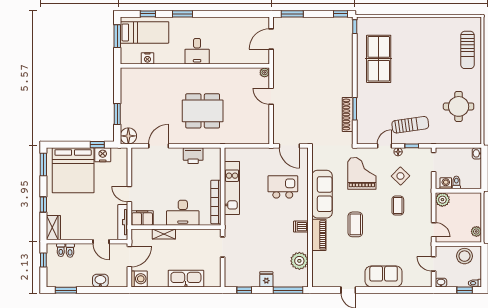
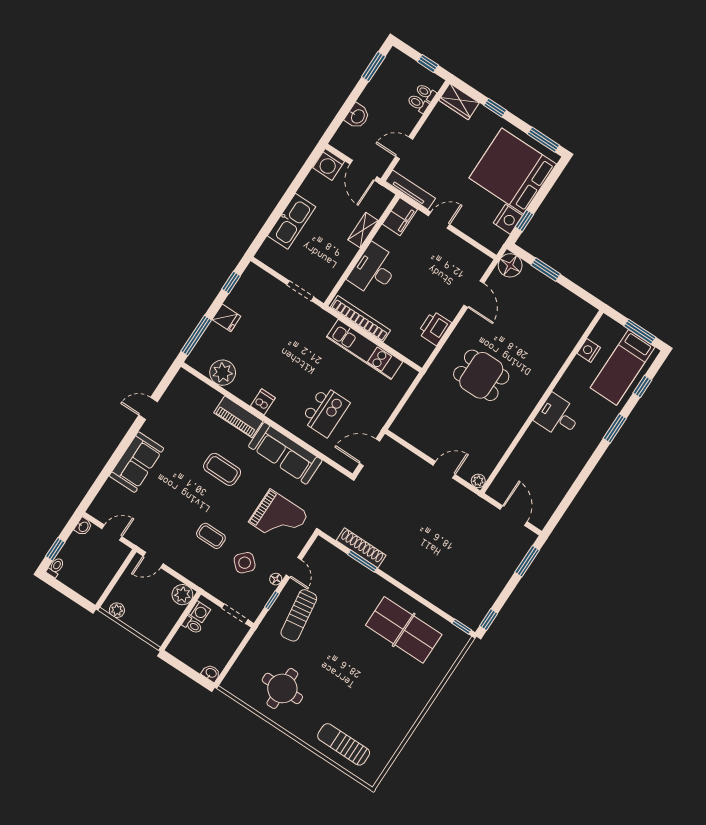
dining table: (203, 111) -> (481, 375), width x0.73
stool: (464, 256) -> (97, 576), removed

